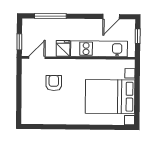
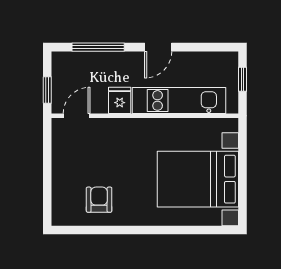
door: (111, 17) -> (158, 47), moved
armchair: (54, 83) -> (99, 200), moved

